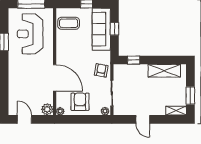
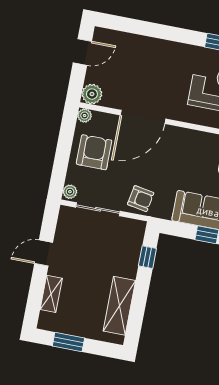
armchair: (80, 102) -> (94, 152), turned -90
shelving: (176, 111) -> (51, 294), moved

